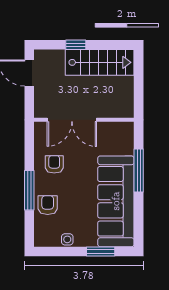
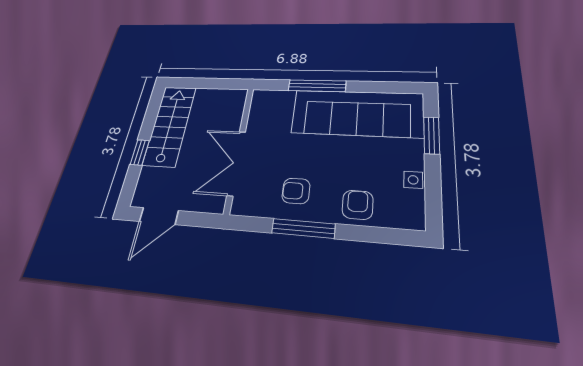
double door: (72, 120) -> (236, 163), swing flipped
window: (29, 190) -> (303, 228), moved
armchair: (48, 205) -> (358, 205), turned 90

